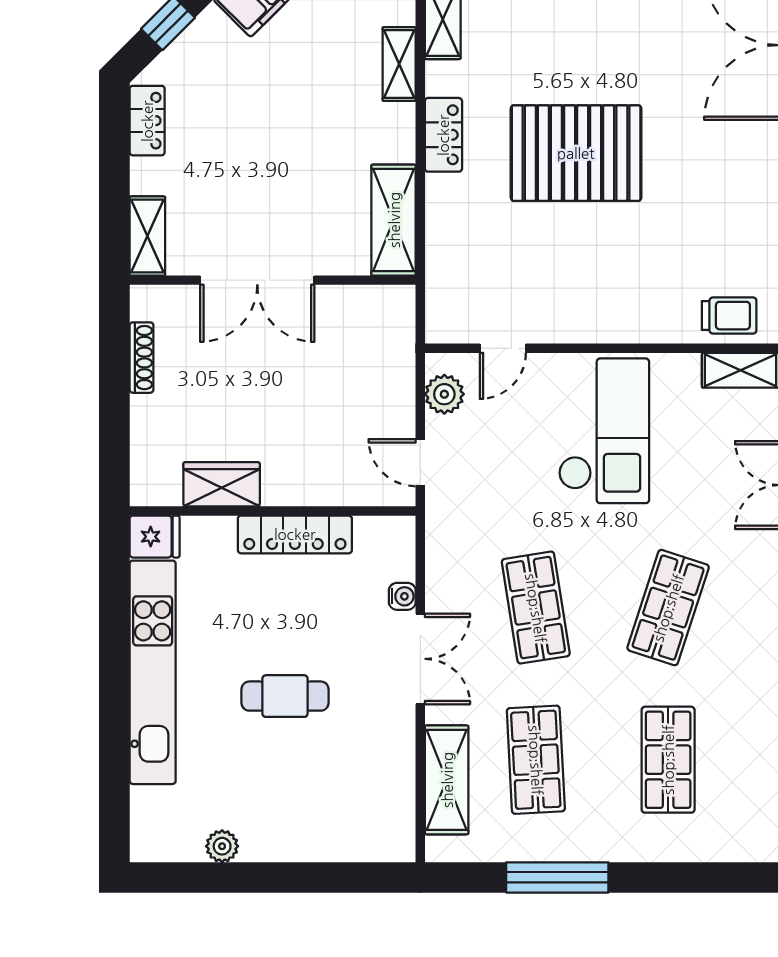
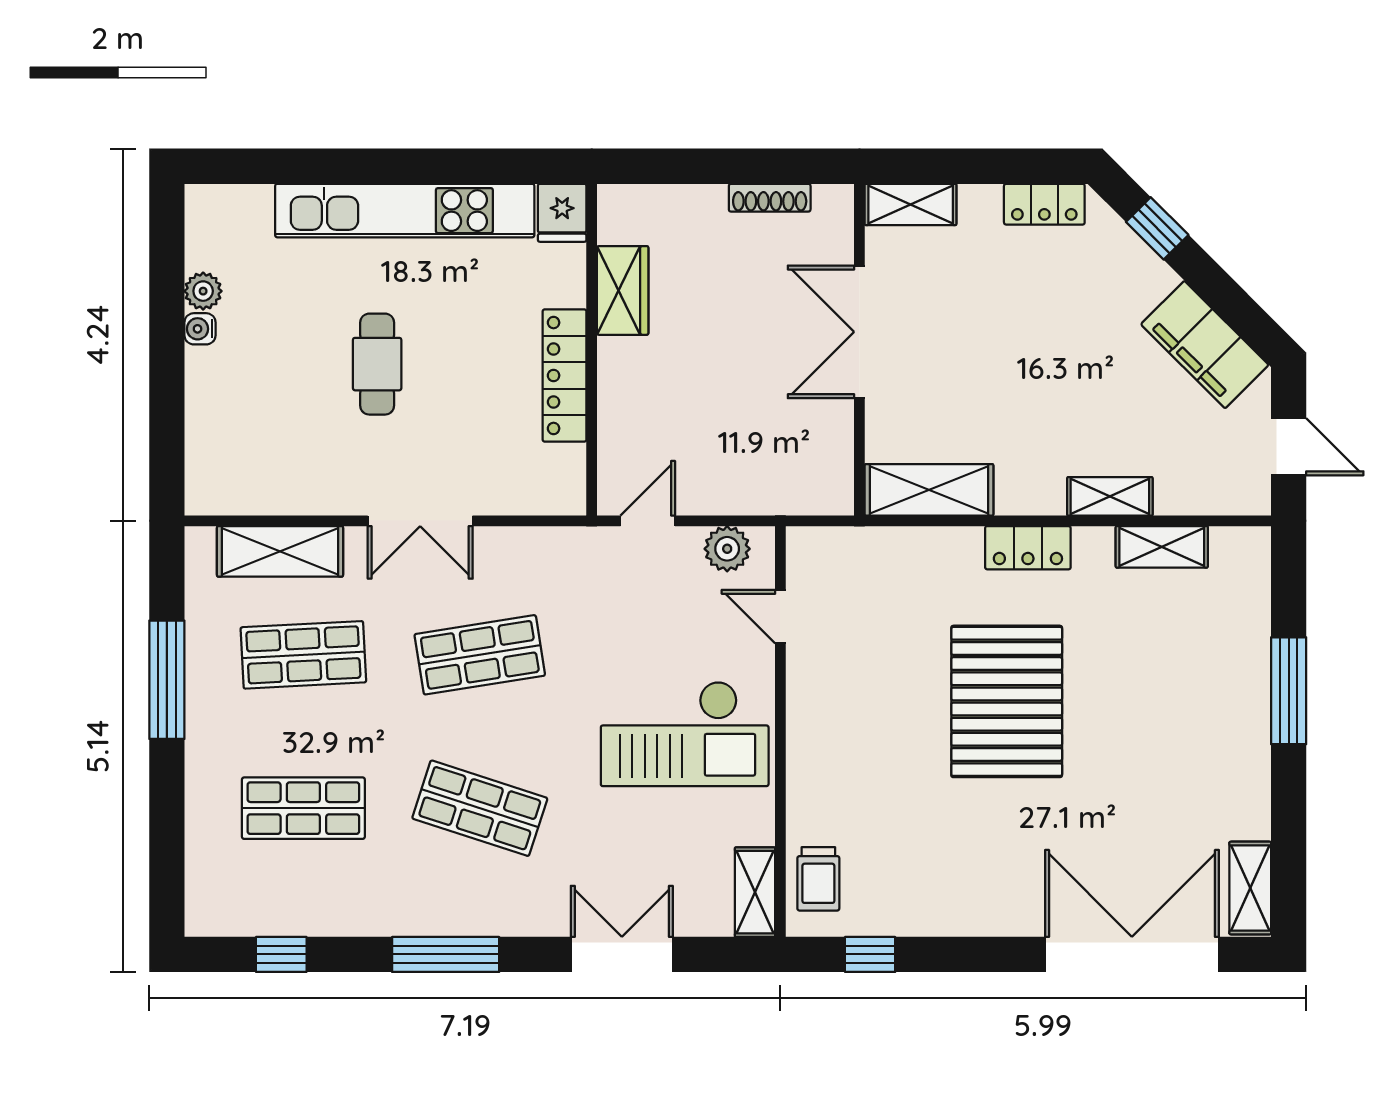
water cooler: (402, 596) -> (200, 329), moved, turned 90

